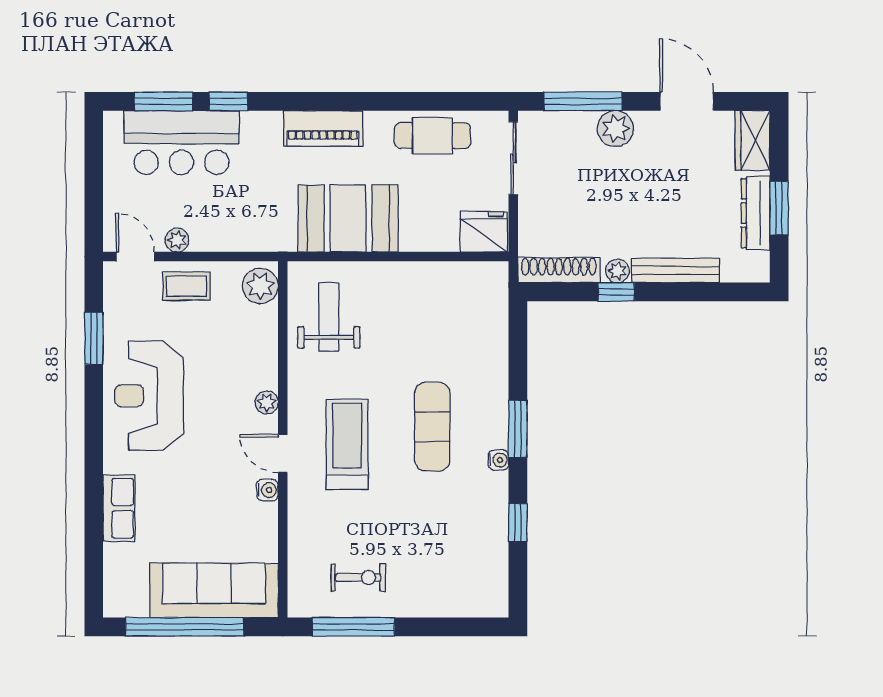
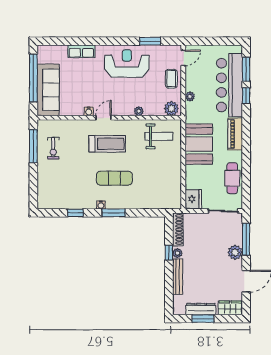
bar counter: (182, 142) -> (229, 85), width x1.36
plant: (177, 240) -> (190, 96), moved
plant: (267, 403) -> (139, 111), moved

